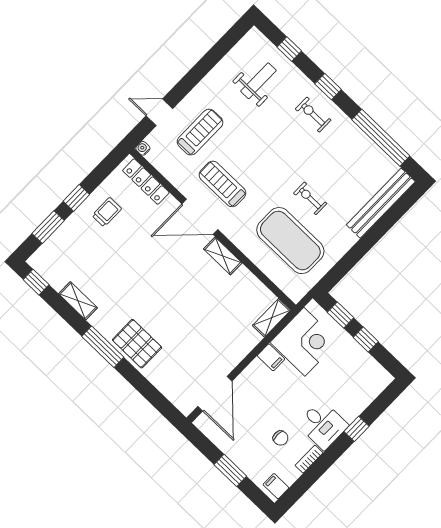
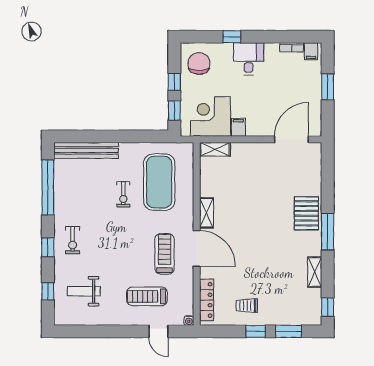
treadmill: (222, 184) -> (165, 254), turned 180
chair: (281, 438) -> (199, 64), moved, width x1.87, depth x1.87
bookcase: (309, 459) -> (292, 47), moved

